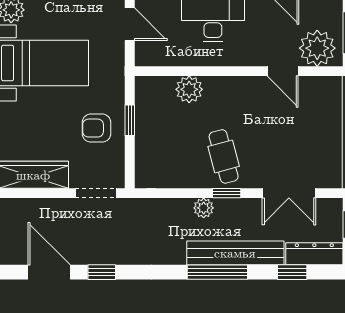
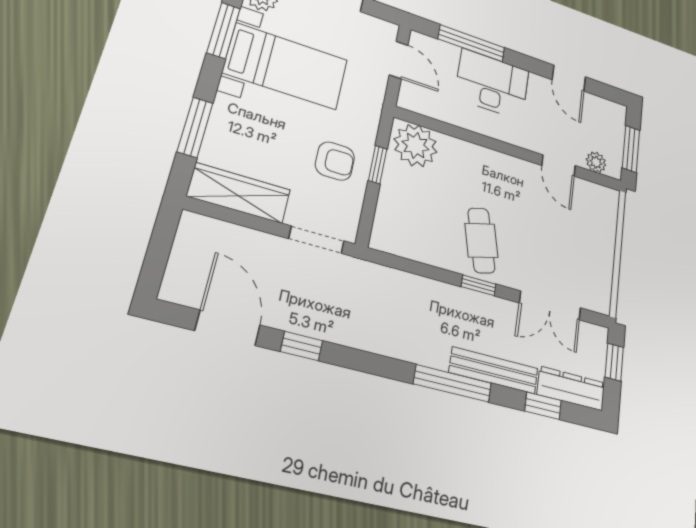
plant: (317, 48) -> (596, 162), width x0.53, depth x0.53
plant: (189, 89) -> (416, 145), moved, width x1.36, depth x1.36
armchair: (96, 128) -> (335, 161), turned 180
plant: (204, 208) -> (448, 296), removed
bench: (235, 253) -> (494, 370), width x0.73, depth x0.82

